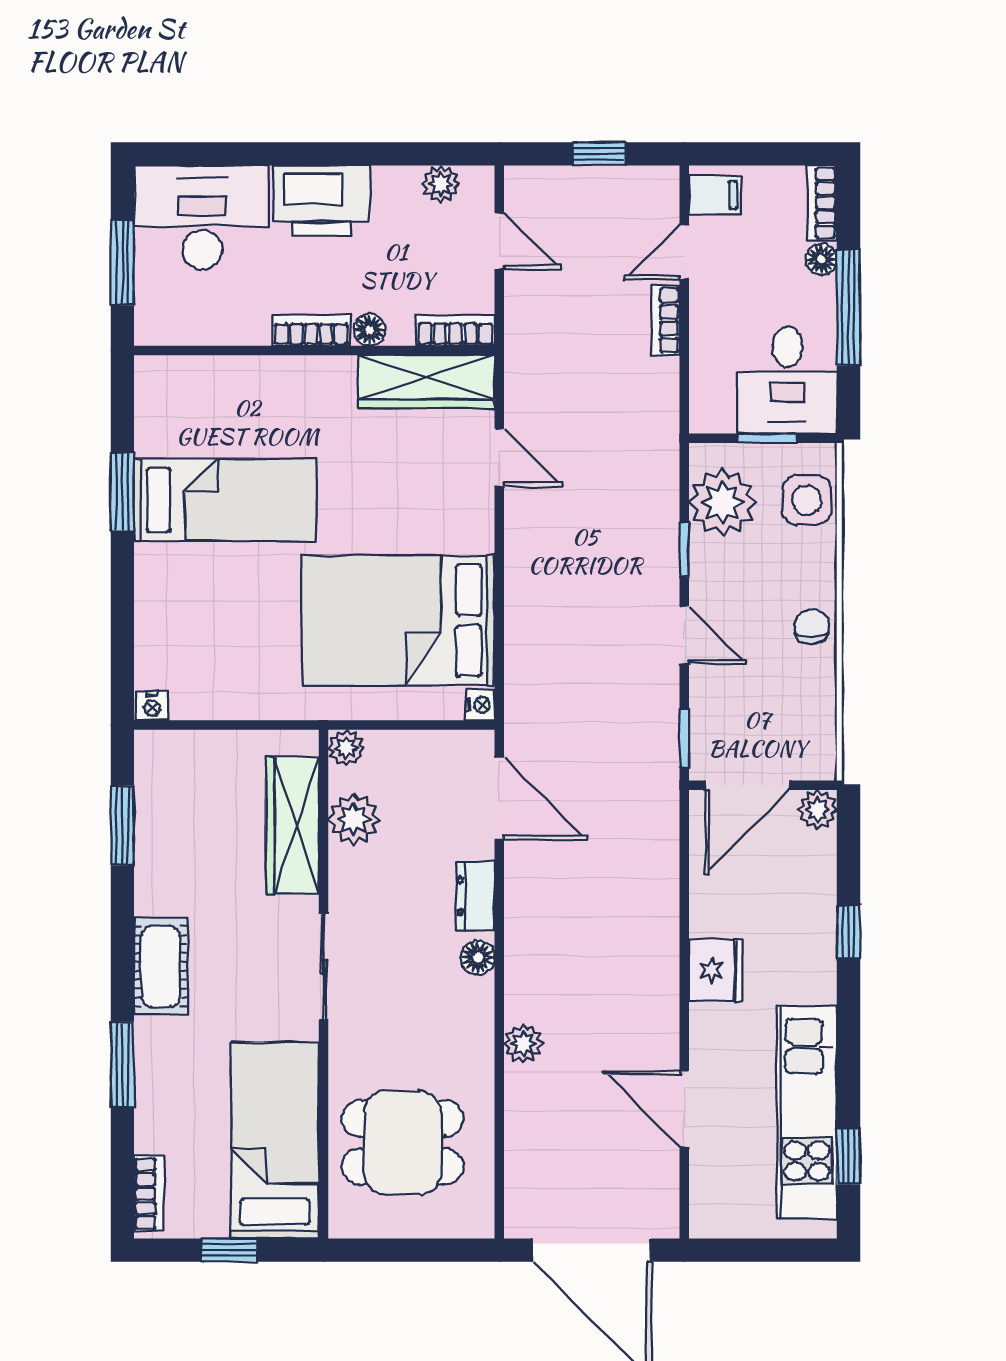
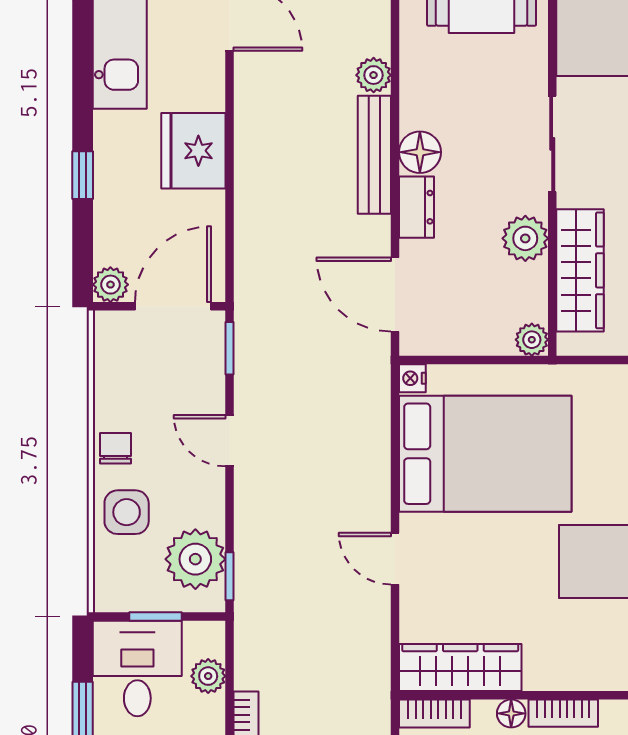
plant: (708, 372) -> (208, 676), added
door: (499, 457) -> (395, 559), moved
side table: (807, 500) -> (127, 512), moved
window: (684, 550) -> (229, 576), moved
chair: (812, 627) -> (115, 448), turned 180
plant: (354, 819) -> (525, 238), moved
bench: (522, 955) -> (374, 155), added
floor lamp: (478, 957) -> (420, 152), width x1.37, depth x1.37
fridge: (716, 970) -> (193, 151), width x1.36, depth x1.34

